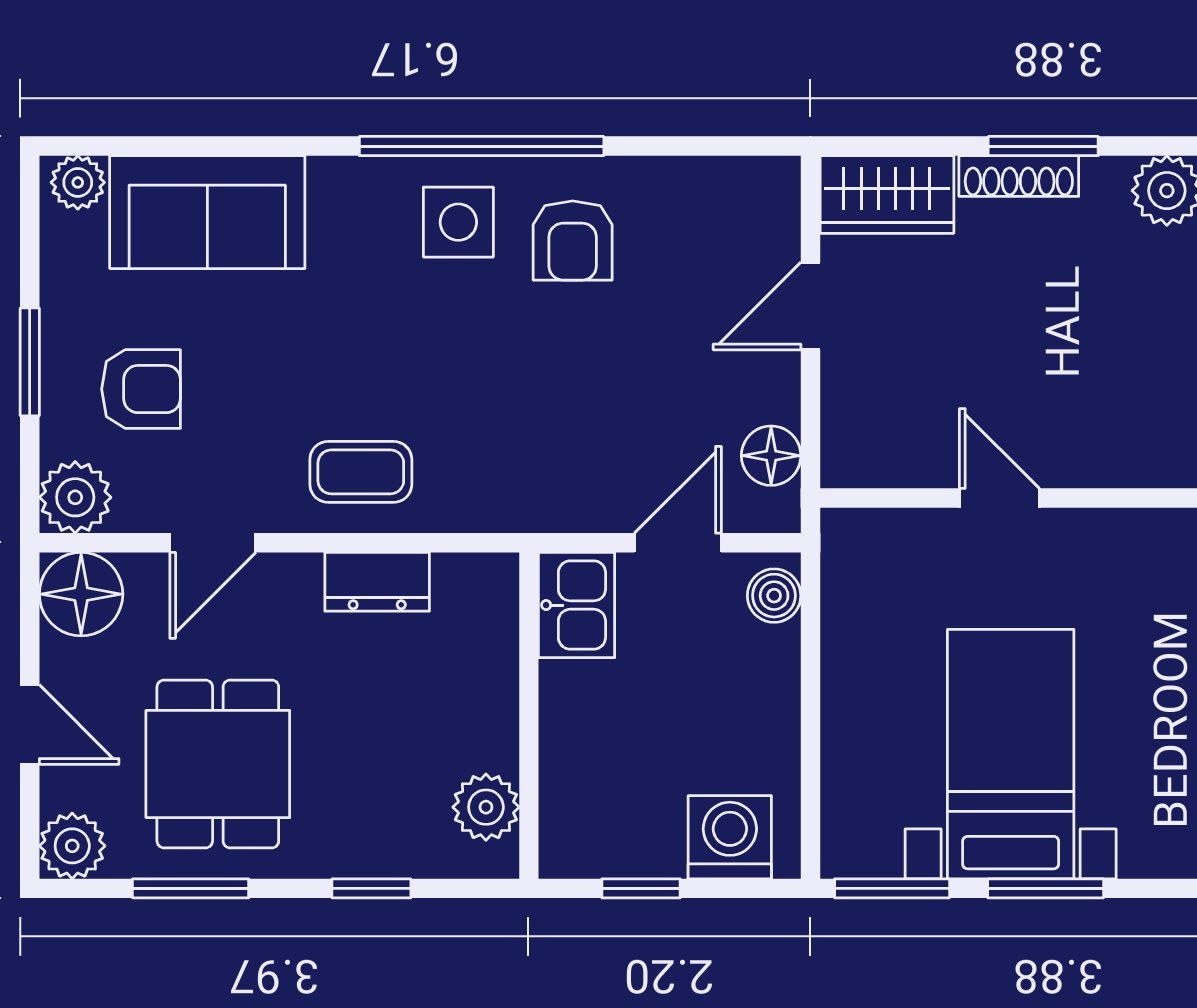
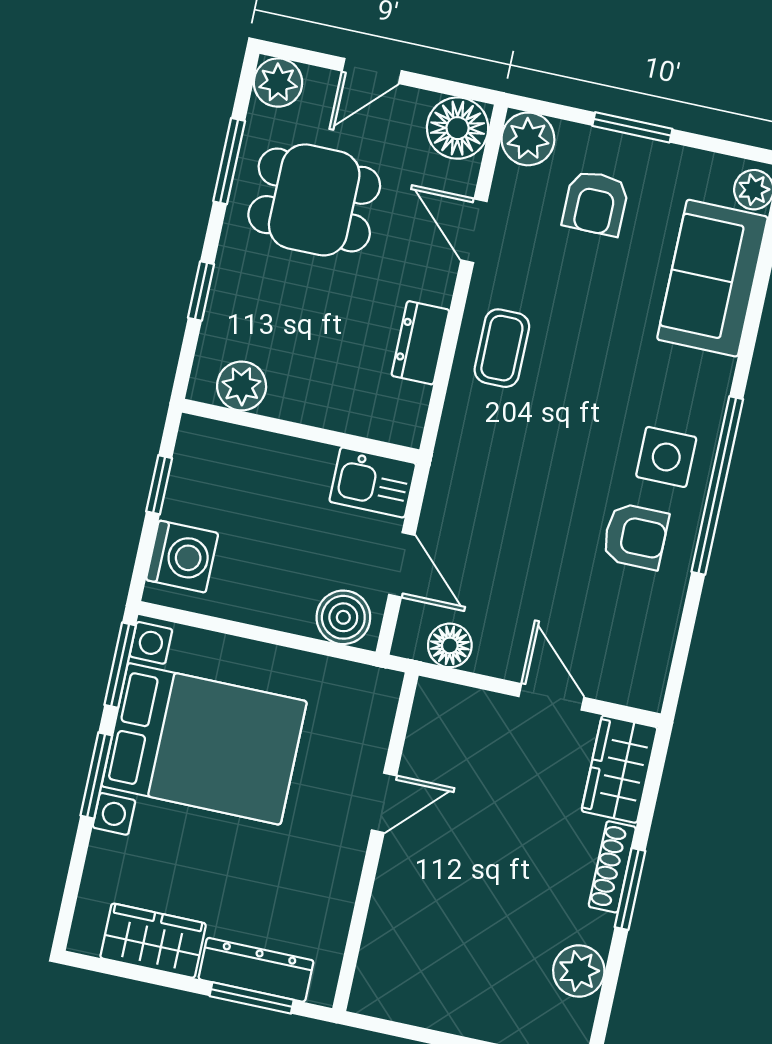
armchair: (573, 241) -> (635, 536), turned 180
boiler: (774, 596) -> (343, 617), width x1.36, depth x1.36
bed with nightstands: (1011, 754) -> (204, 744), width x1.36

